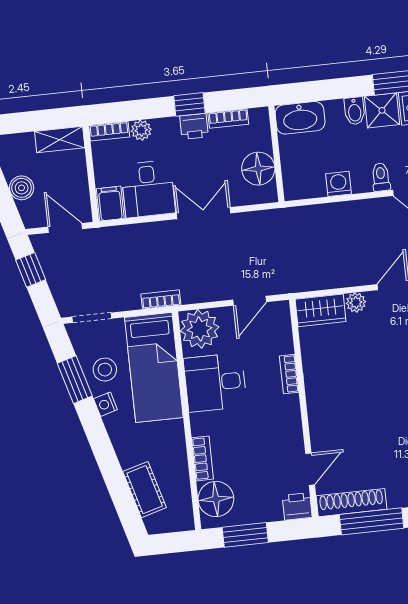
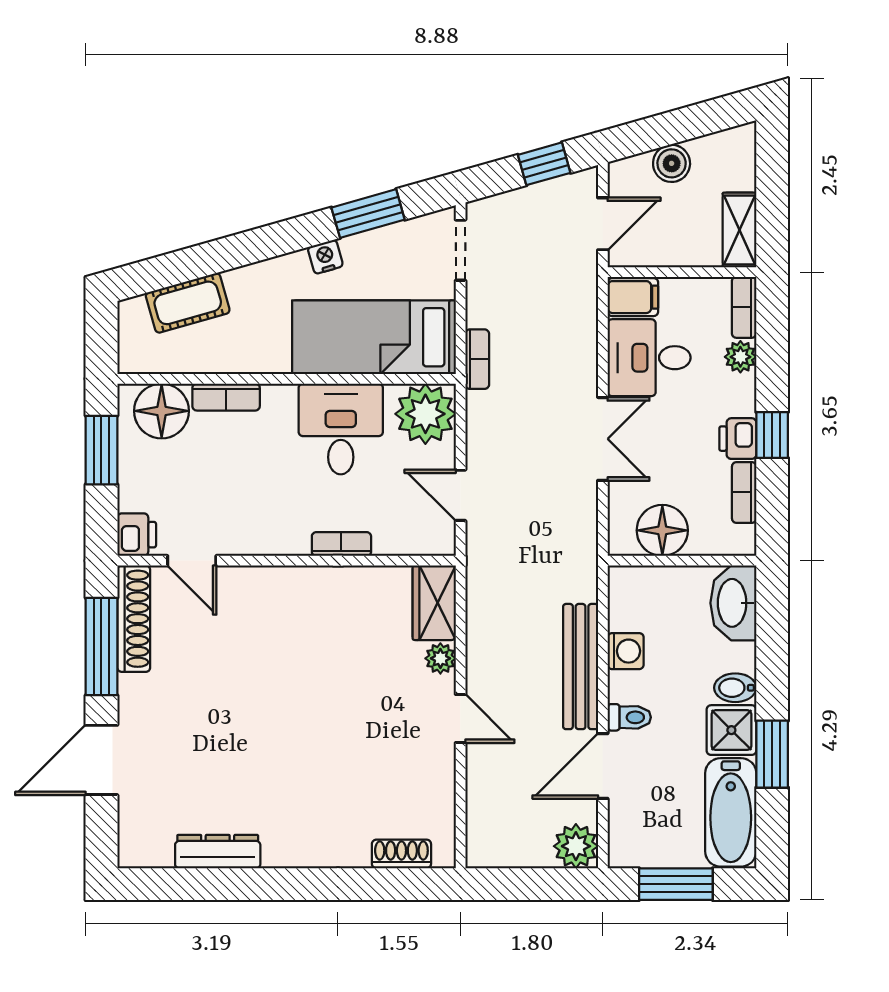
bench: (352, 212) -> (581, 667), added
stool: (105, 370) -> (379, 262), removed

